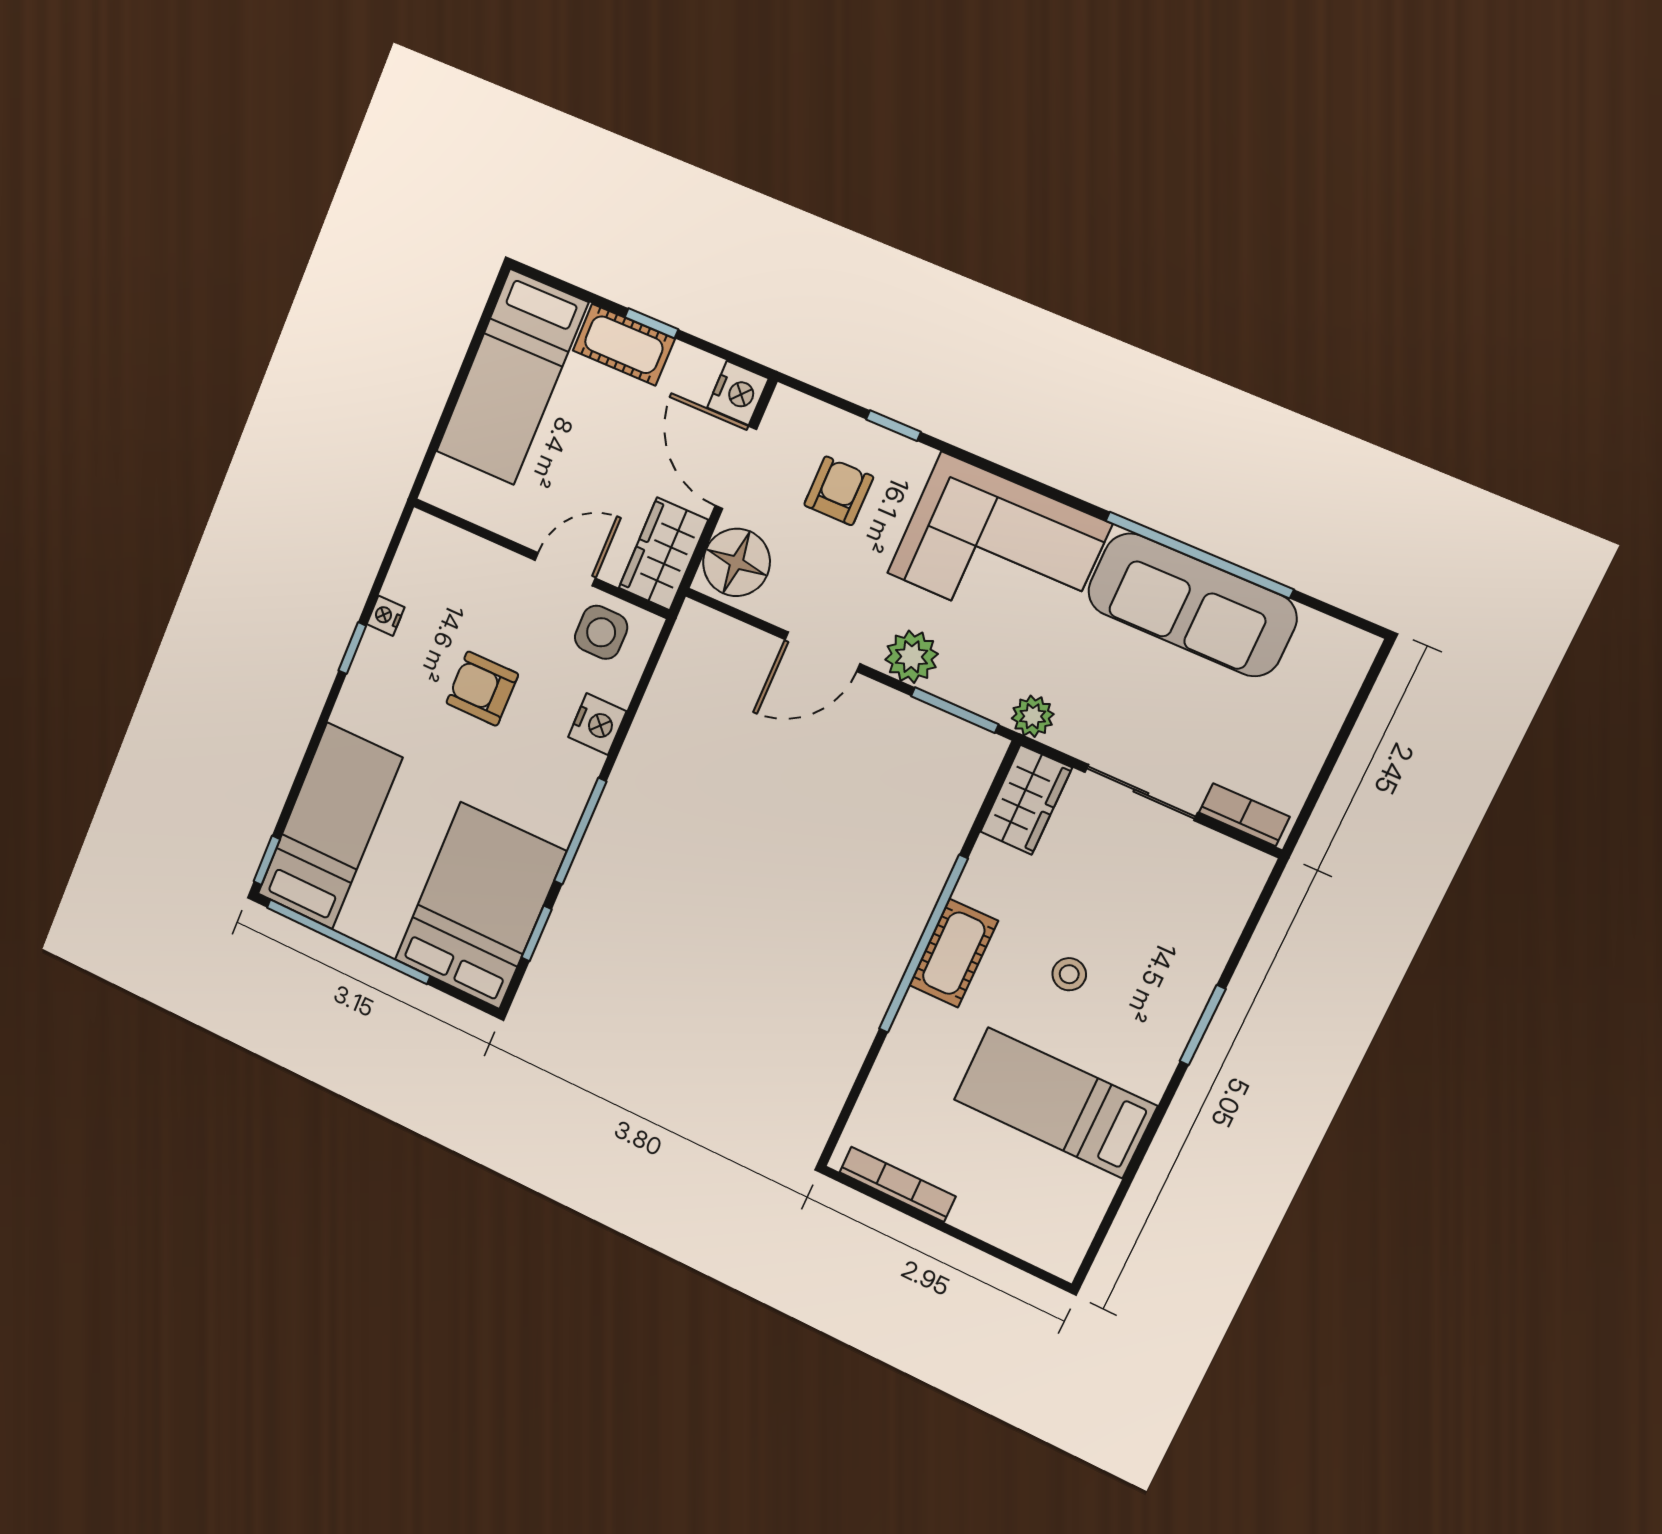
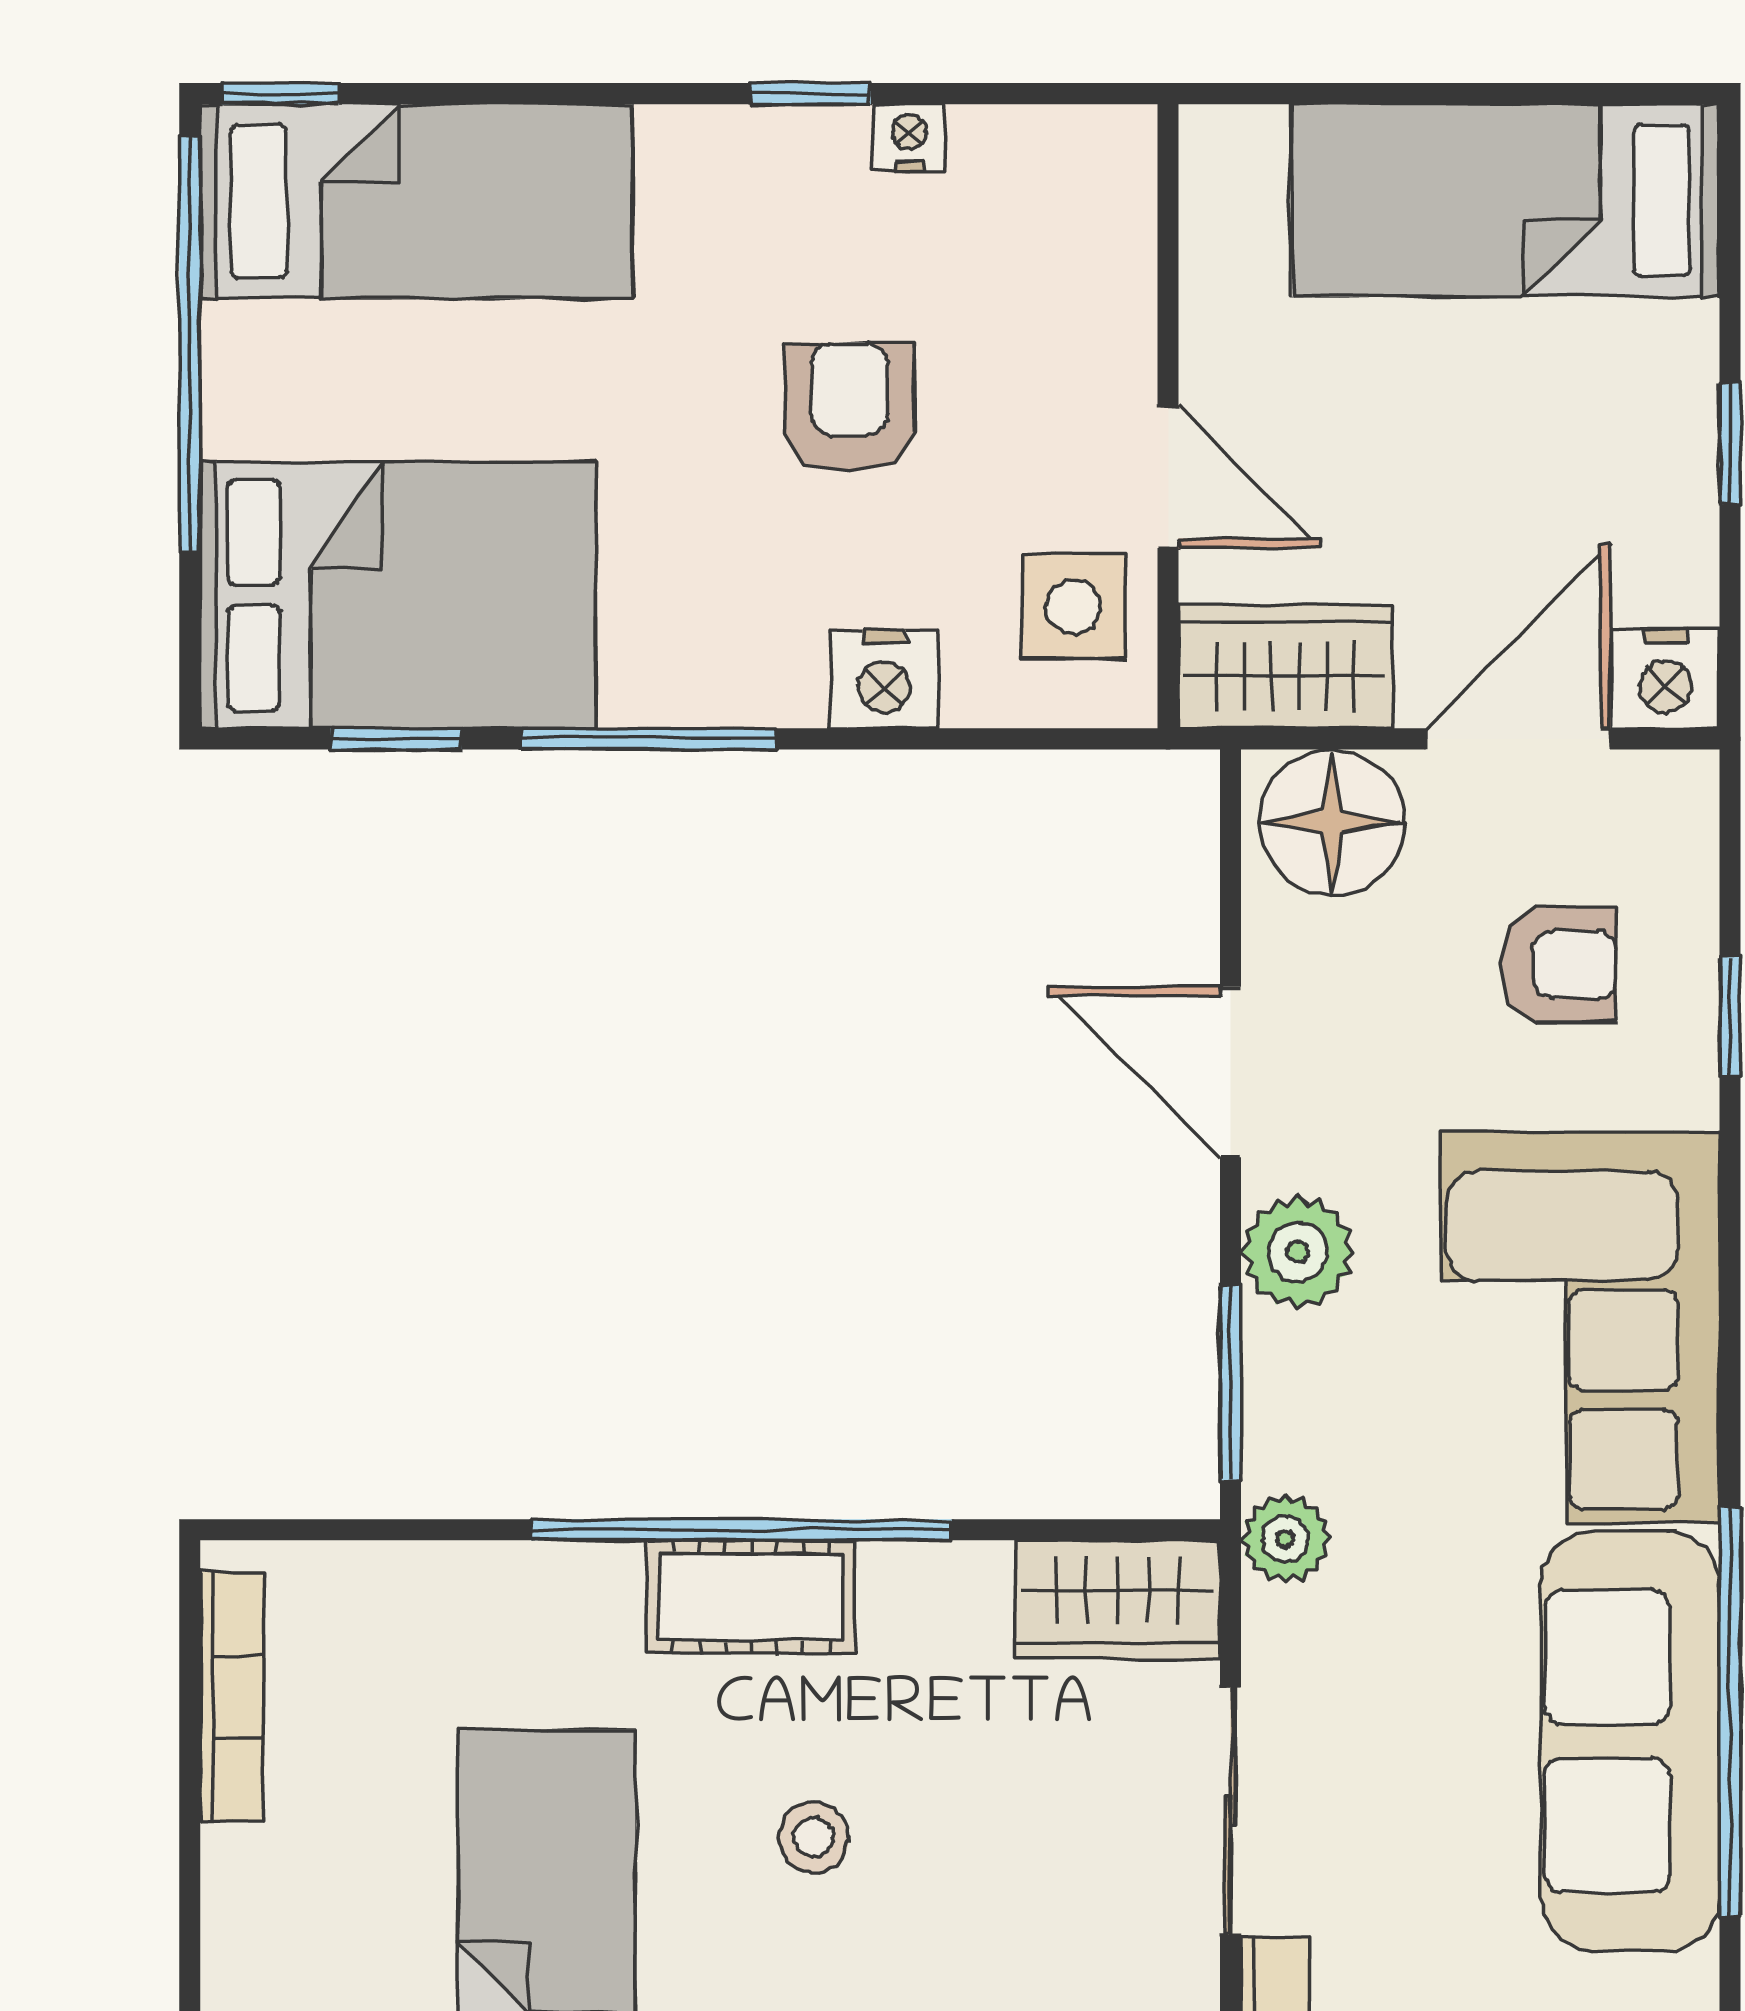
cot: (624, 345) -> (1665, 405), removed

